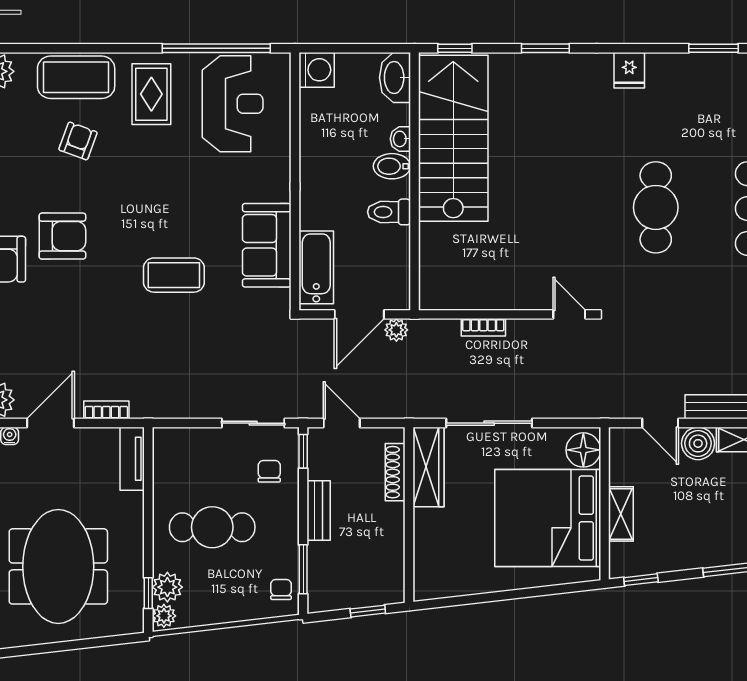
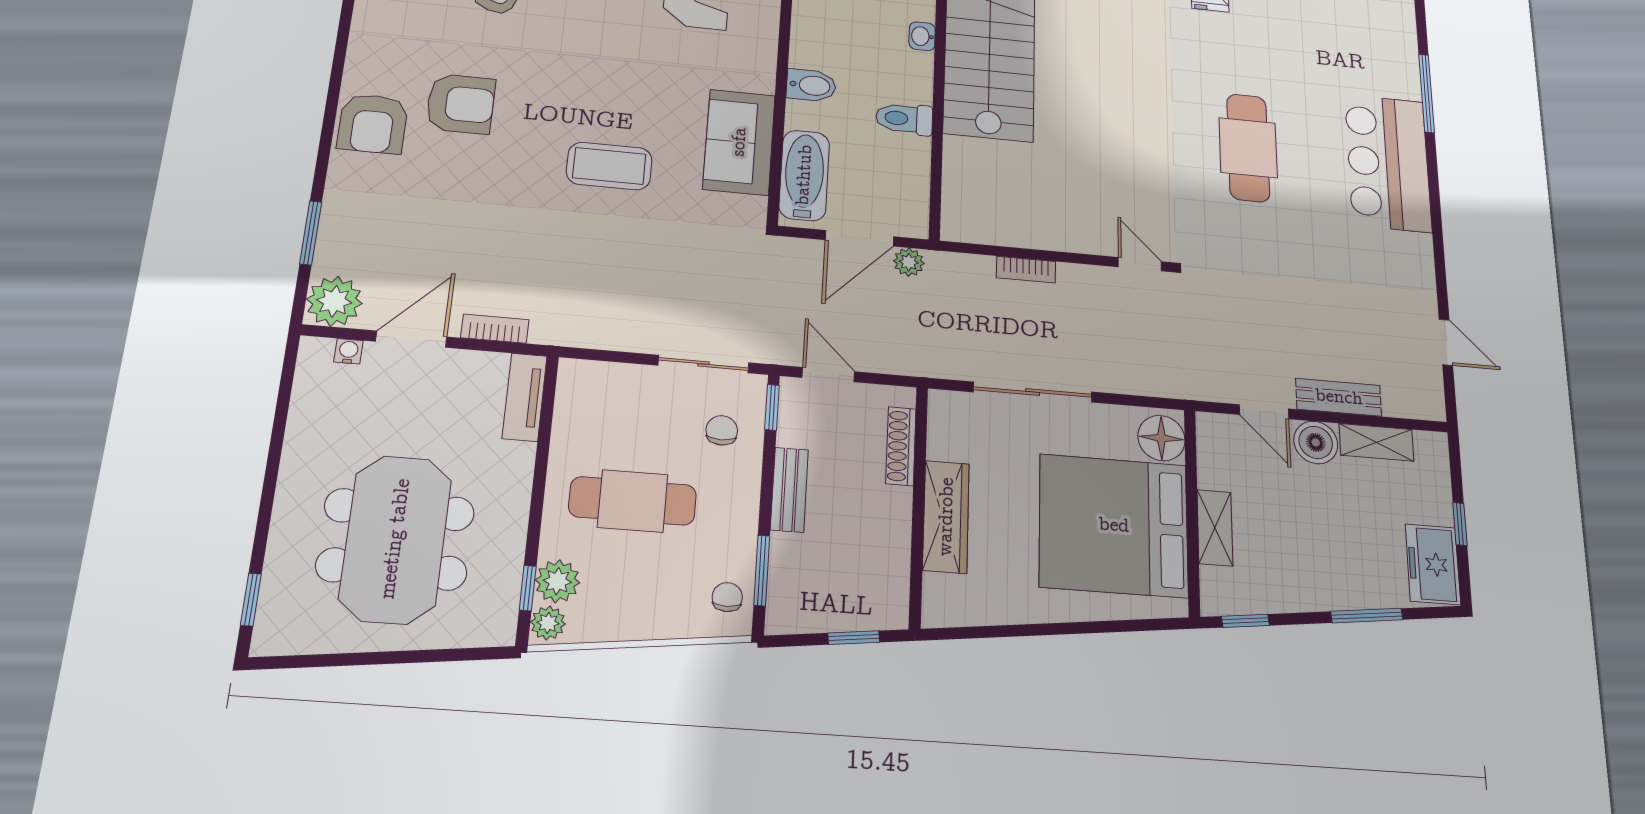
bidet: (392, 166) -> (811, 85), moved, turned 180
wardrobe: (429, 467) -> (946, 517), moved

